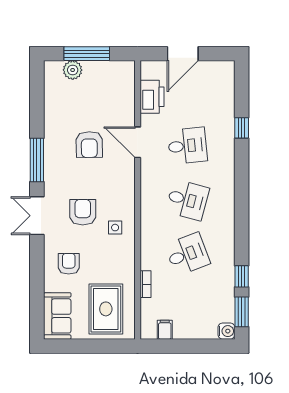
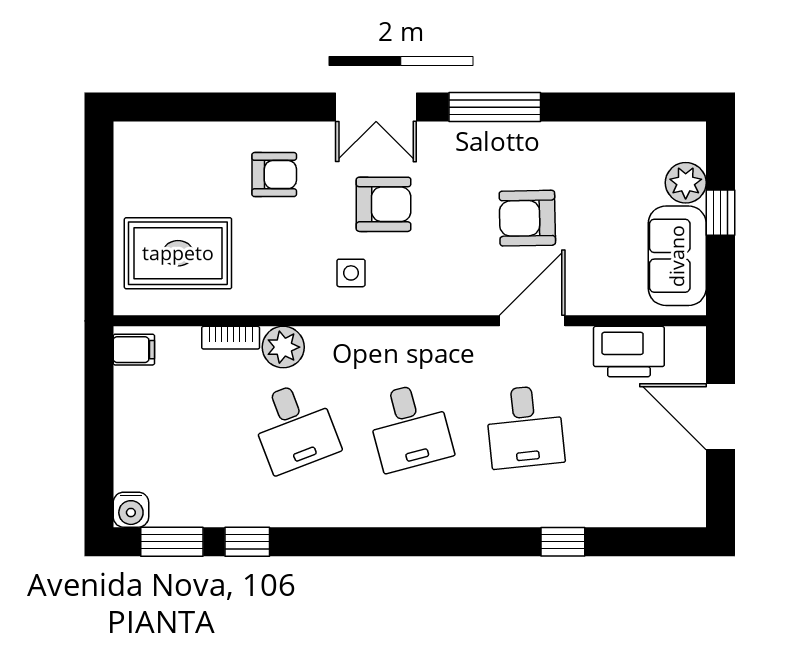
window: (87, 54) -> (720, 213), width x0.46
desk: (187, 200) -> (410, 427), turned -30
double door: (37, 216) -> (376, 107), swing flipped
plant: (150, 259) -> (283, 347), added
sofa: (57, 316) -> (677, 256), moved, turned 90
filing cabinet: (165, 330) -> (134, 350), moved

